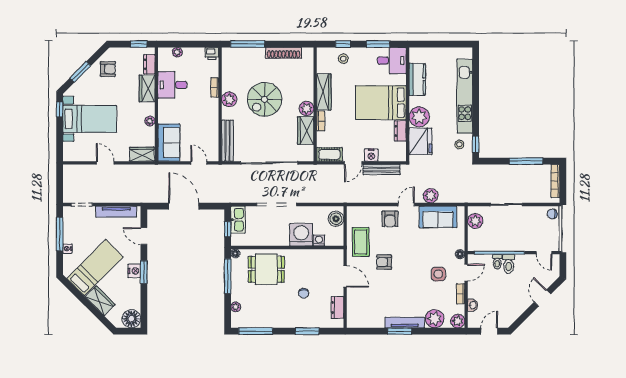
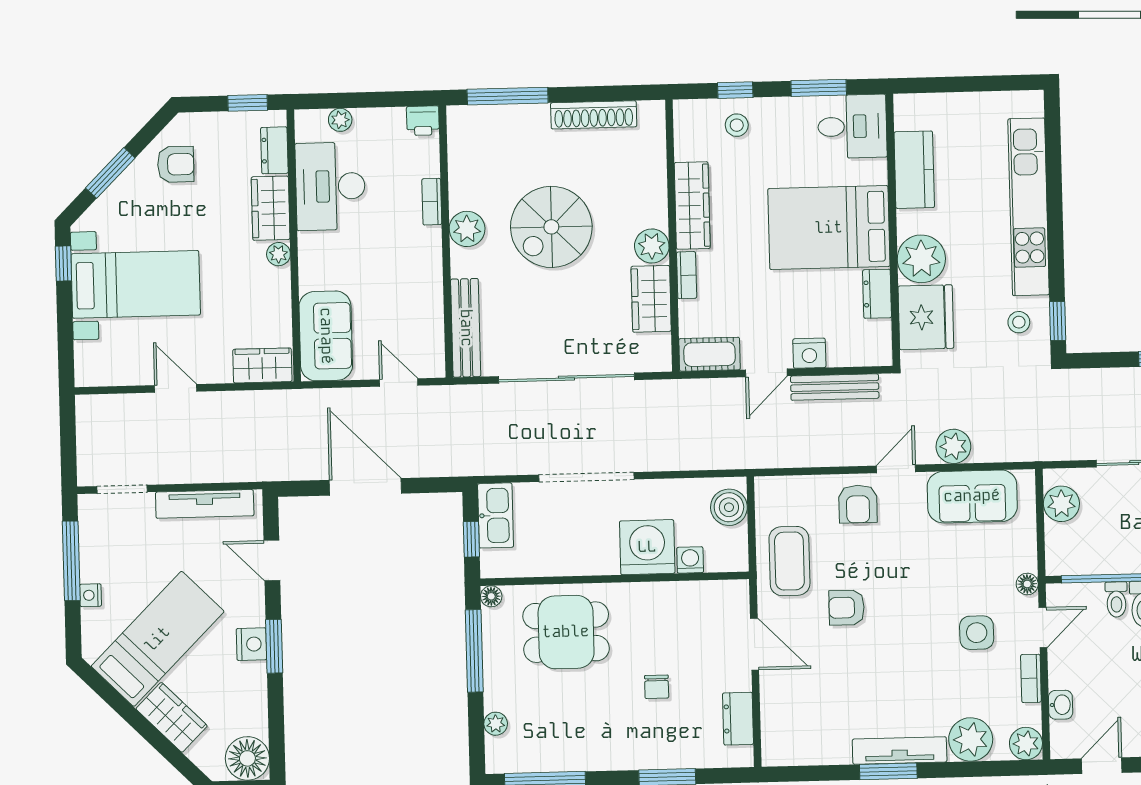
desk: (172, 85) -> (330, 186), width x1.37
plant: (150, 121) -> (278, 254), moved

